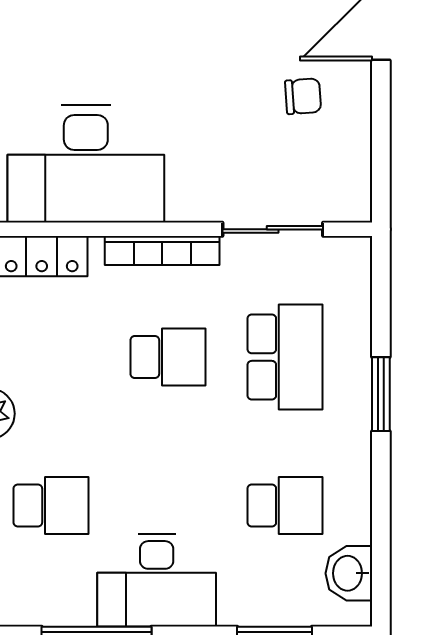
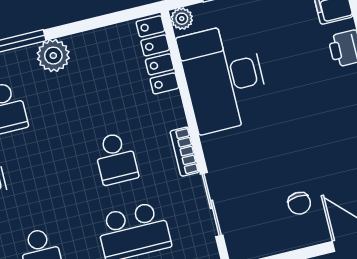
bookcase: (162, 251) -> (185, 152), width x0.64

